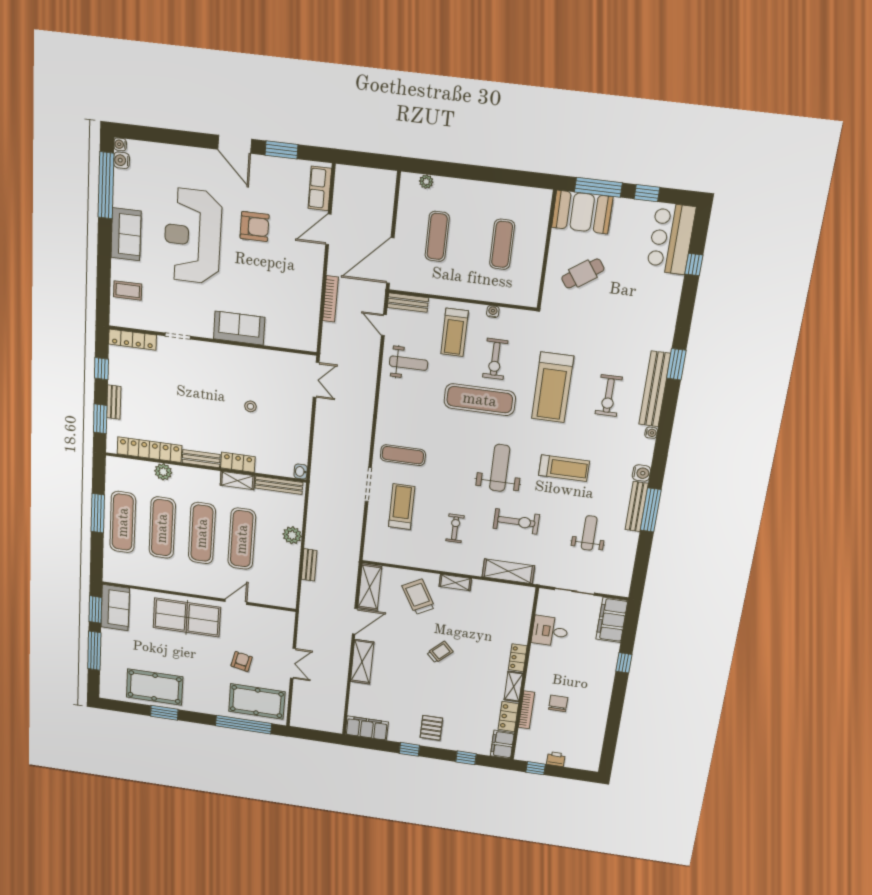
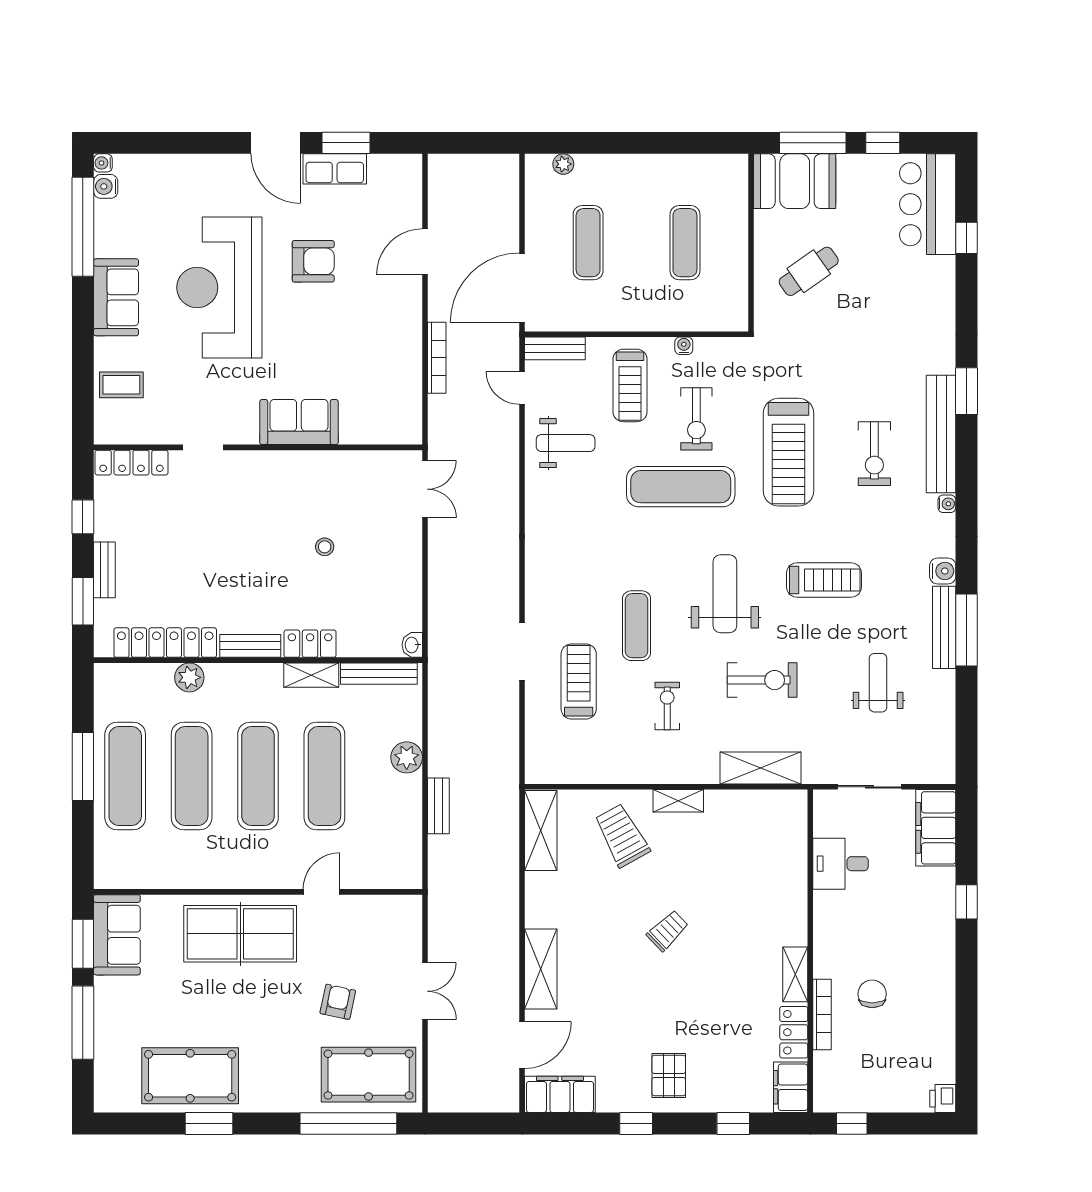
row of seats: (320, 188) -> (335, 169), moved, turned -90
exercise mat: (403, 455) -> (637, 626), moved, turned 90
door: (355, 621) -> (522, 1045), moved
locker: (518, 658) -> (795, 920), removed
printer: (556, 759) -> (943, 1099), moved, turned -90

